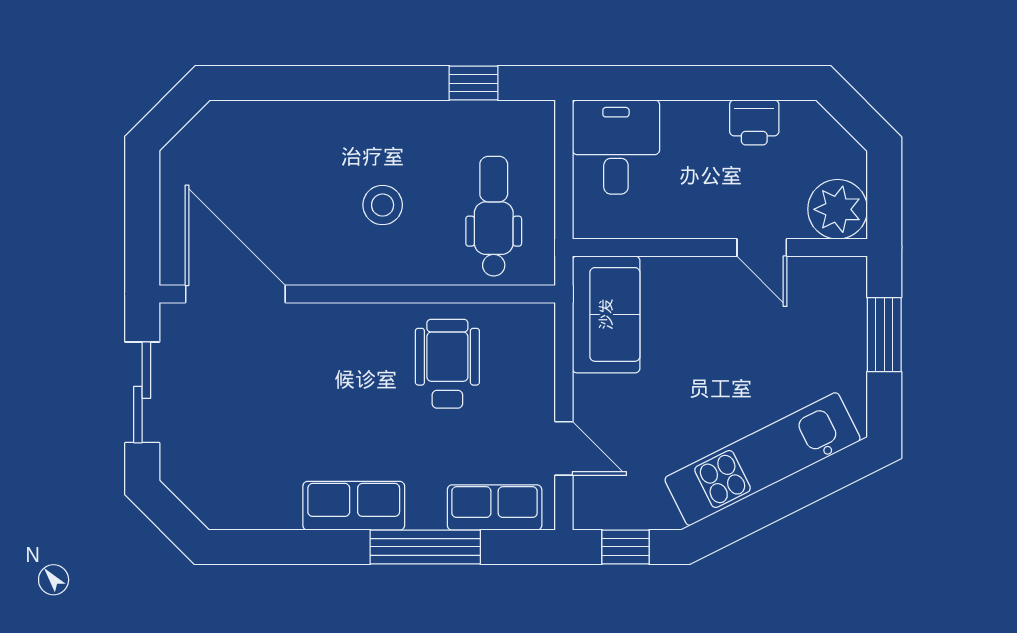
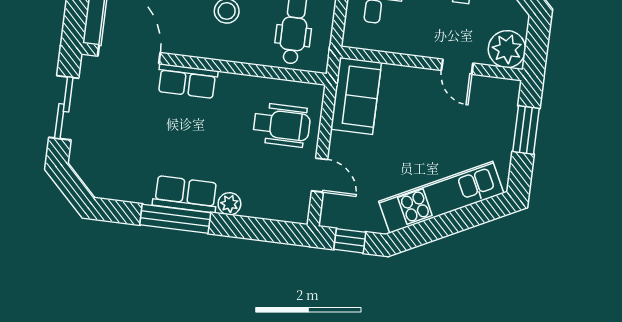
wheelchair: (447, 364) -> (282, 125), moved, turned 90
row of seats: (495, 507) -> (187, 81), moved, turned 180
plant: (426, 512) -> (229, 204), added
window: (425, 547) -> (175, 219), moved

